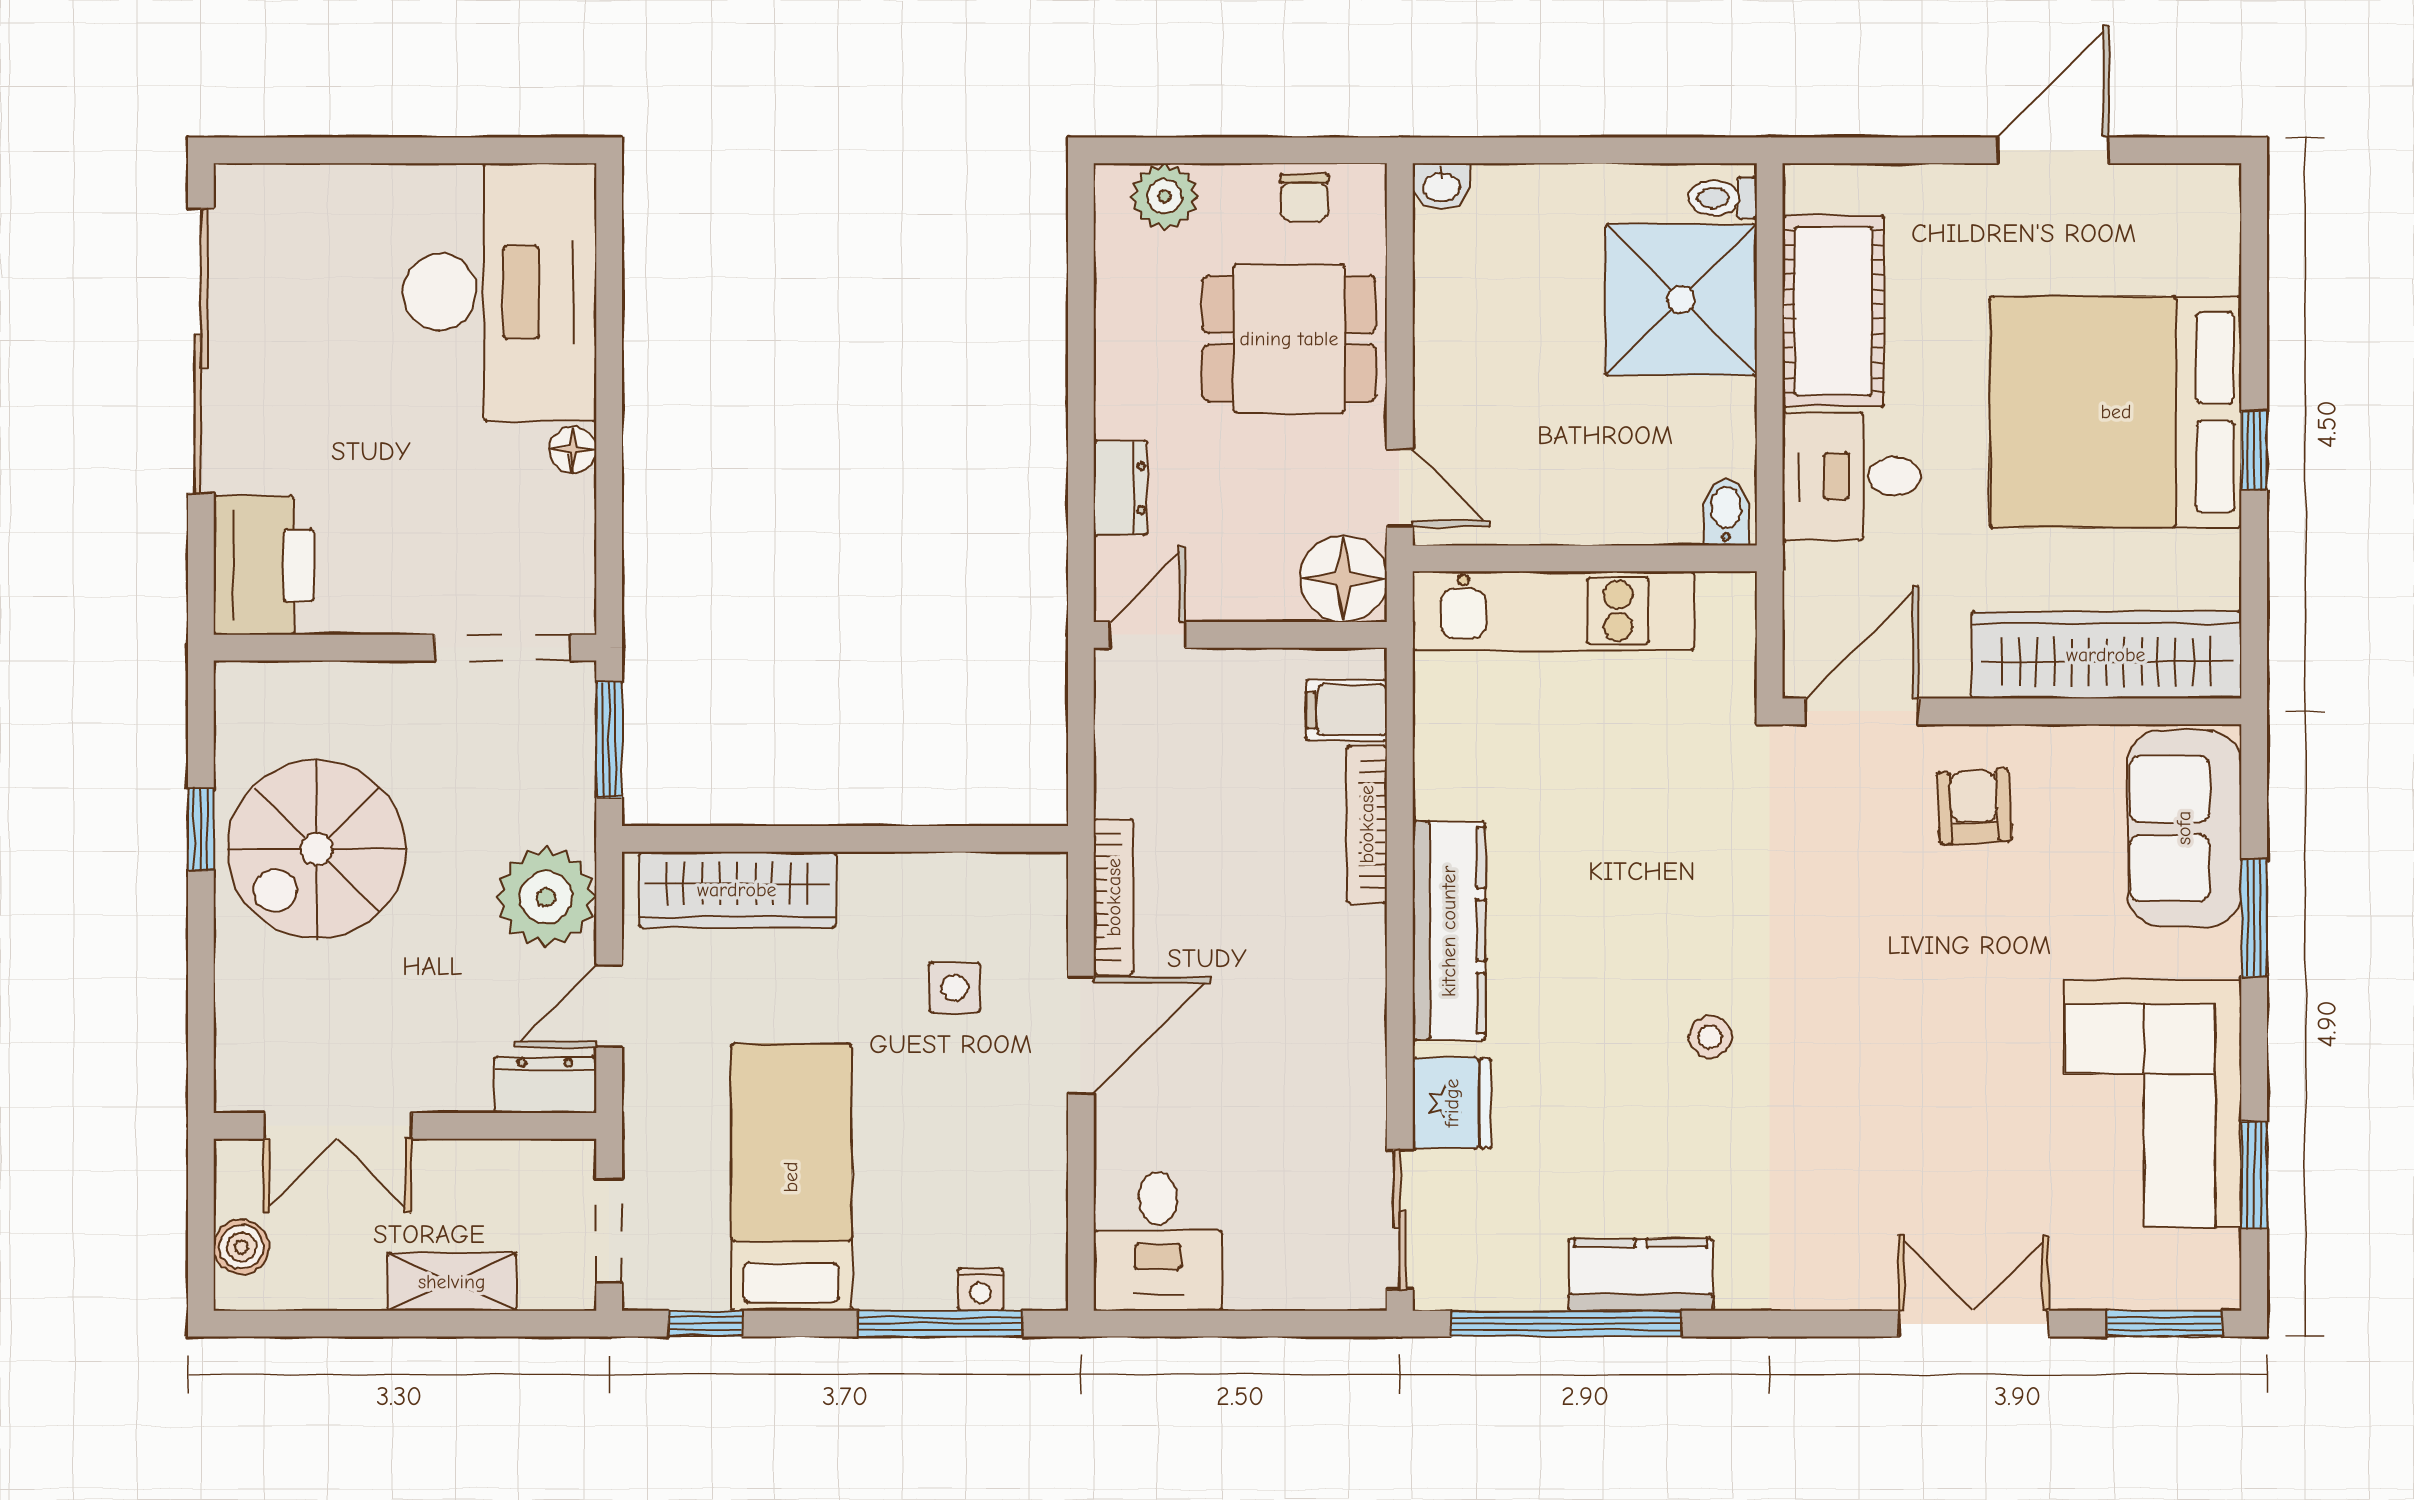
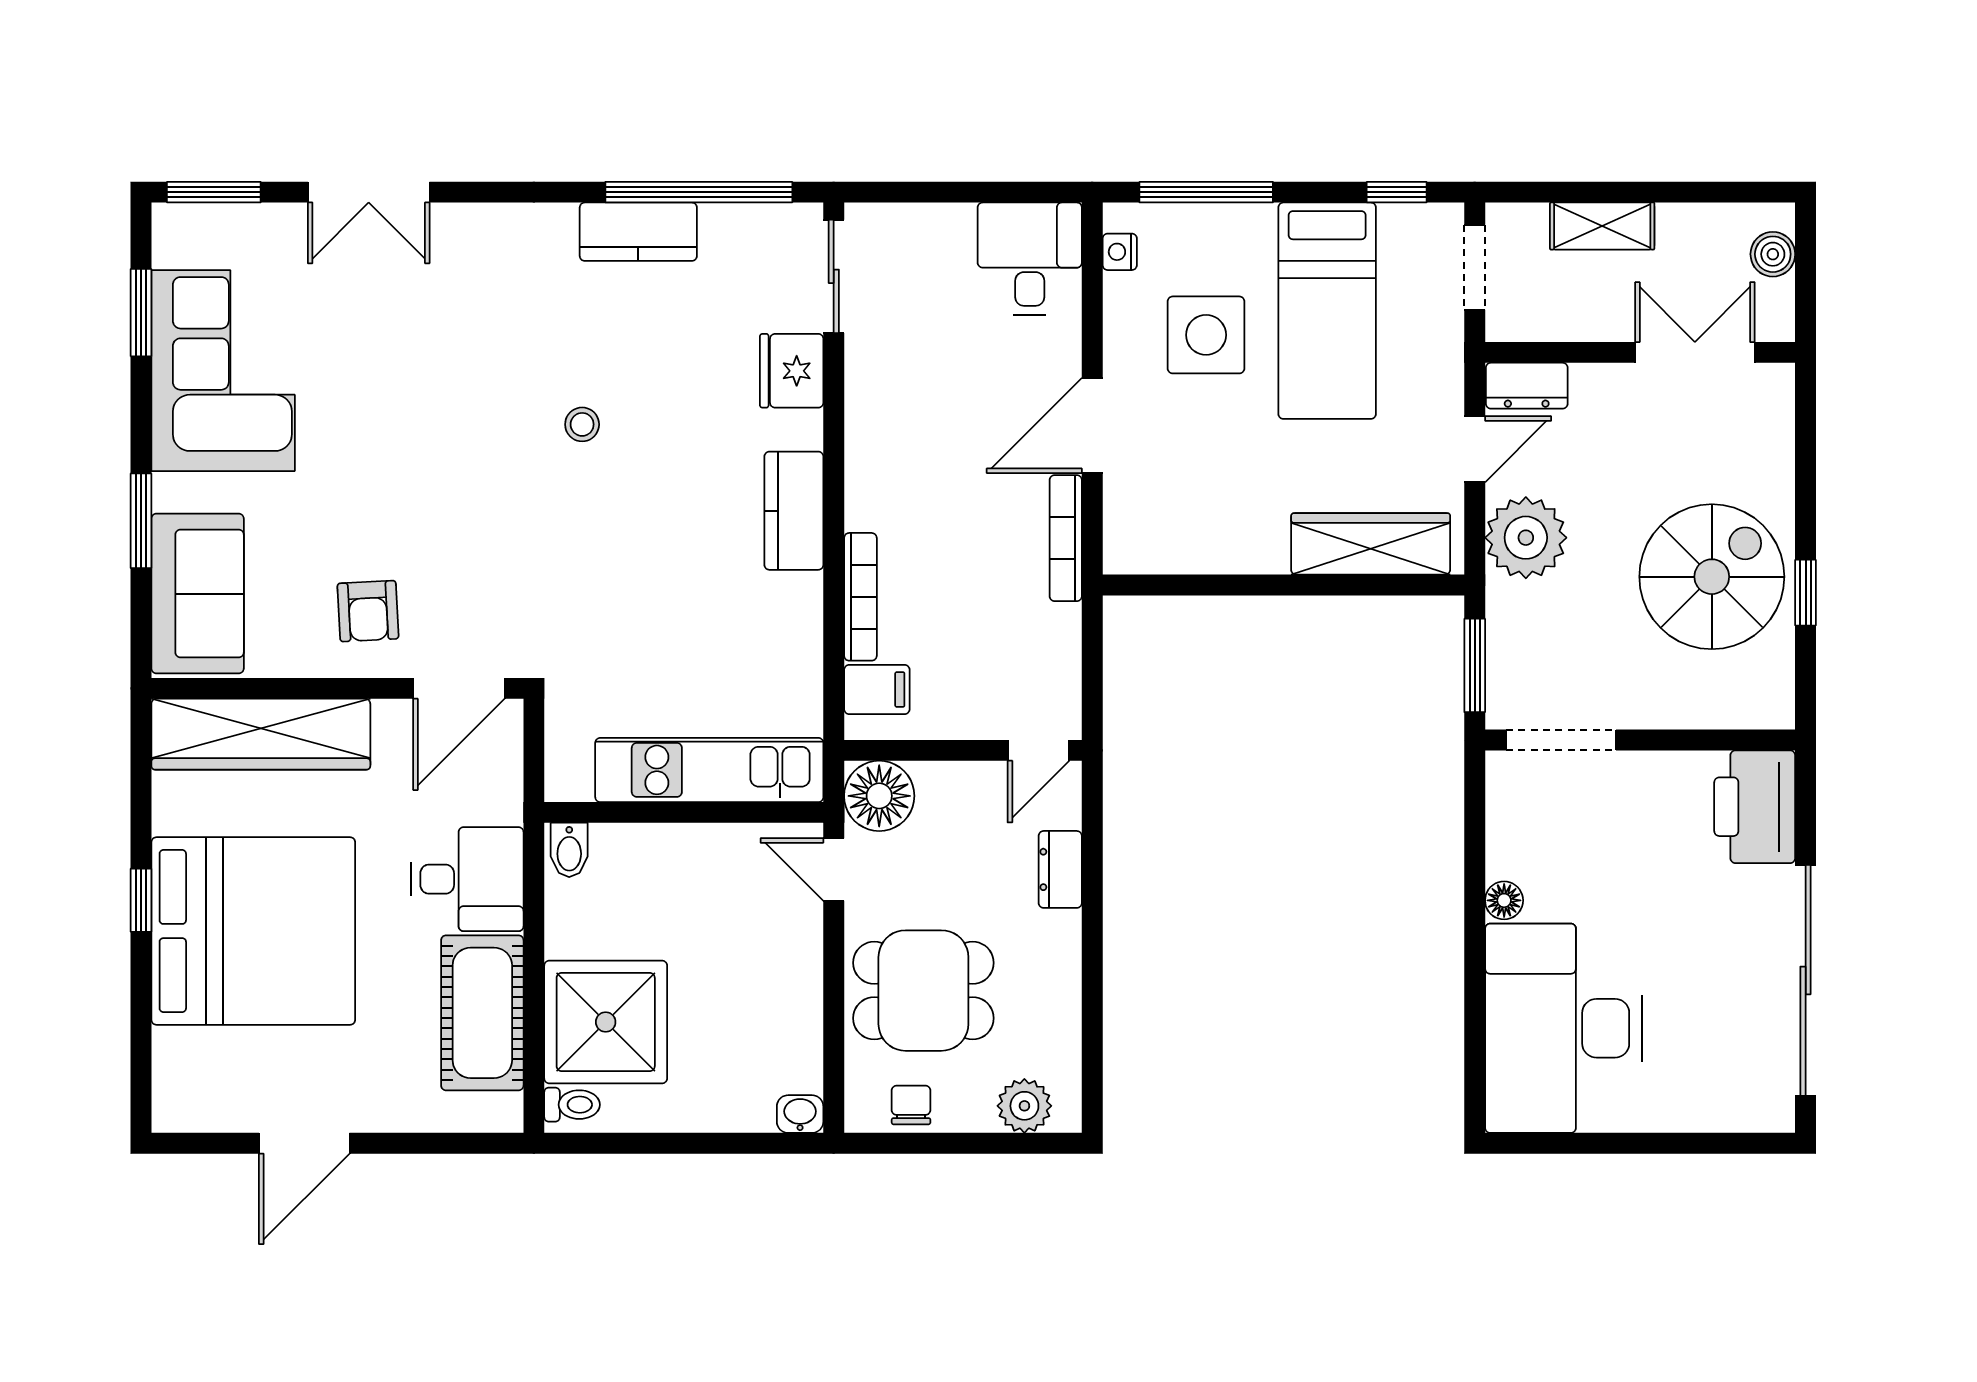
kitchen counter: (1449, 931) -> (794, 511), width x0.67
side table: (955, 988) -> (1206, 335), moved, width x1.87, depth x1.87
nightstand: (980, 1290) -> (1120, 252), moved, turned -90

